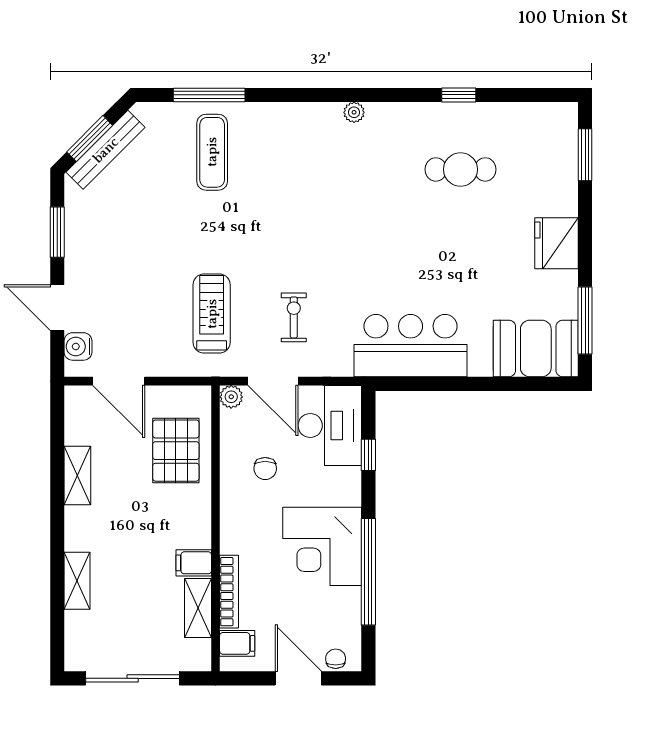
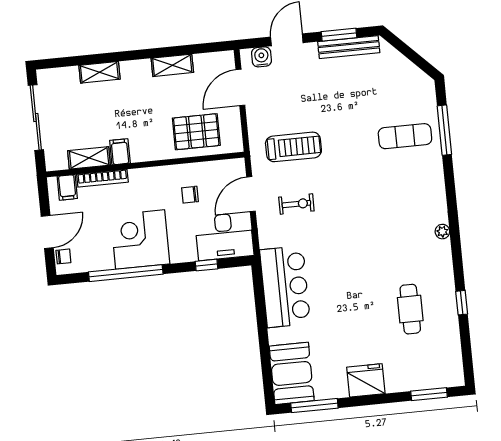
window: (90, 139) -> (406, 51), removed
bench: (106, 150) -> (349, 47), moved, turned -45
plant: (231, 397) -> (237, 166), removed

